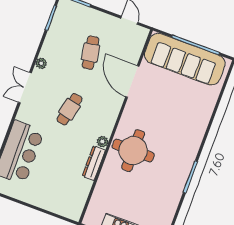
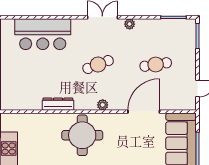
cafe table: (69, 109) -> (98, 64), turned -33
plant: (103, 142) -> (103, 105), moved

